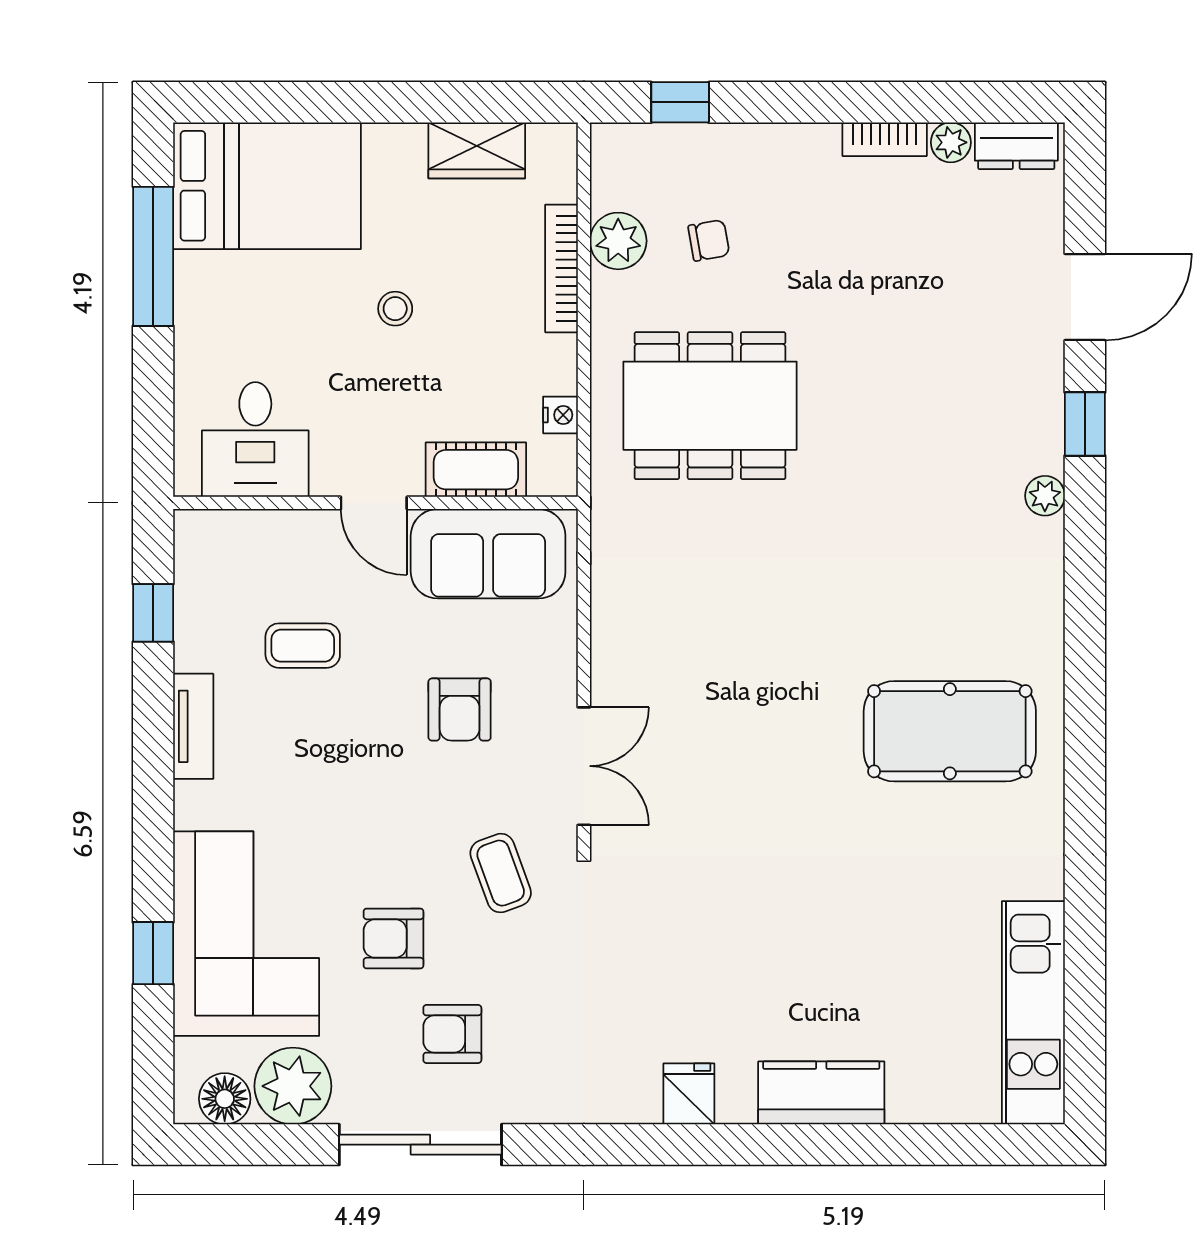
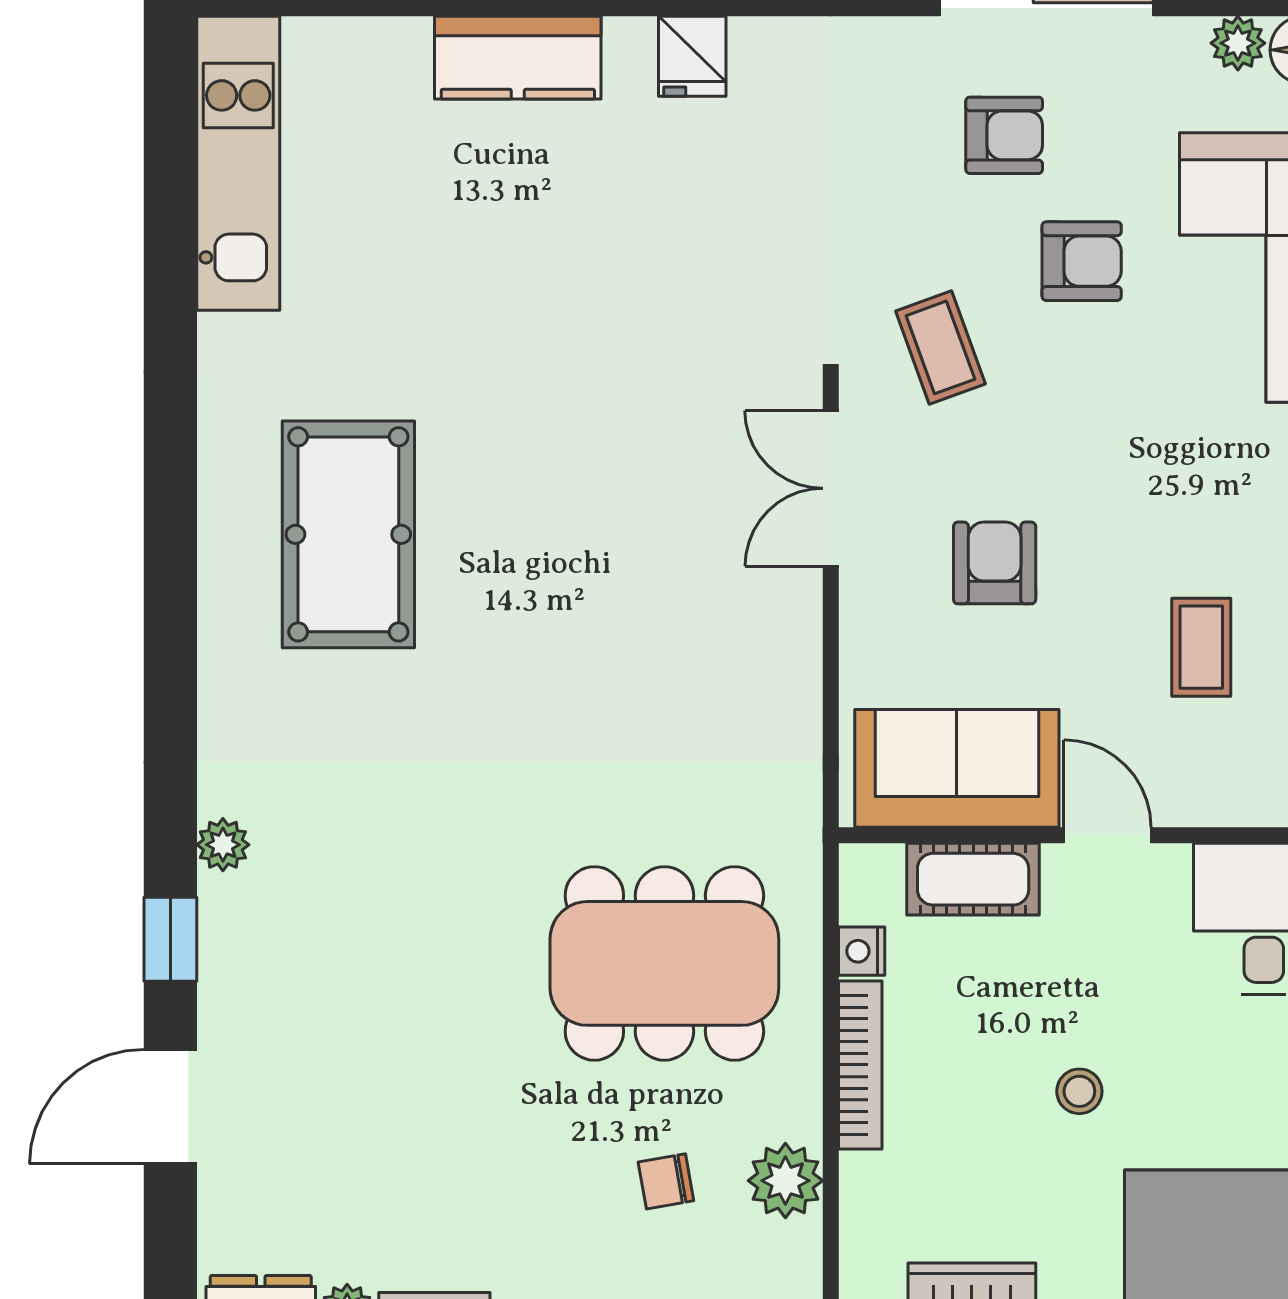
bookcase: (561, 268) -> (860, 1065), moved
coffee table: (303, 646) -> (1201, 647), turned 90
pool table: (950, 731) -> (348, 534), turned 90
plant: (293, 1086) -> (1238, 43), width x0.53, depth x0.53

